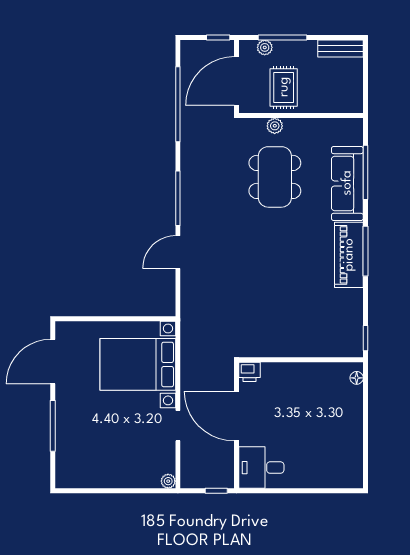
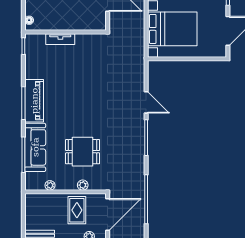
plant: (325, 125) -> (50, 185), added
dining table: (275, 177) -> (83, 152), width x0.73
door: (178, 252) -> (146, 102), hinge flipped
tv unit: (309, 349) -> (60, 39), added
printer: (250, 372) -> (99, 24), removed

